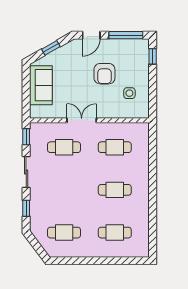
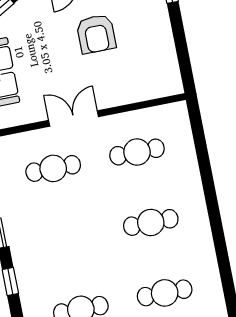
side table: (129, 93) -> (144, 58), removed

